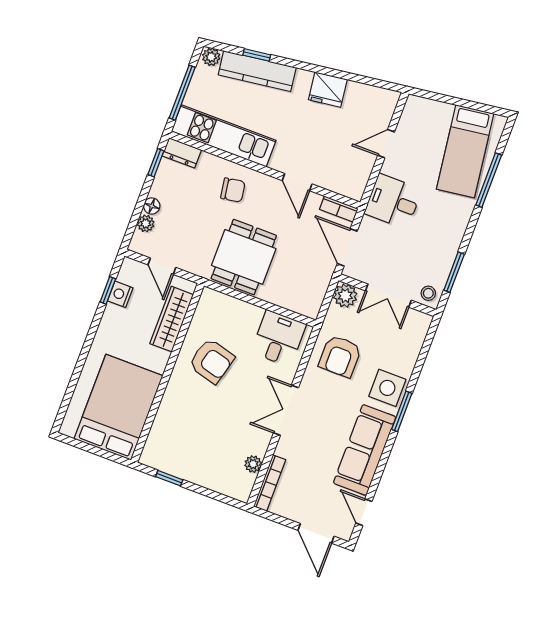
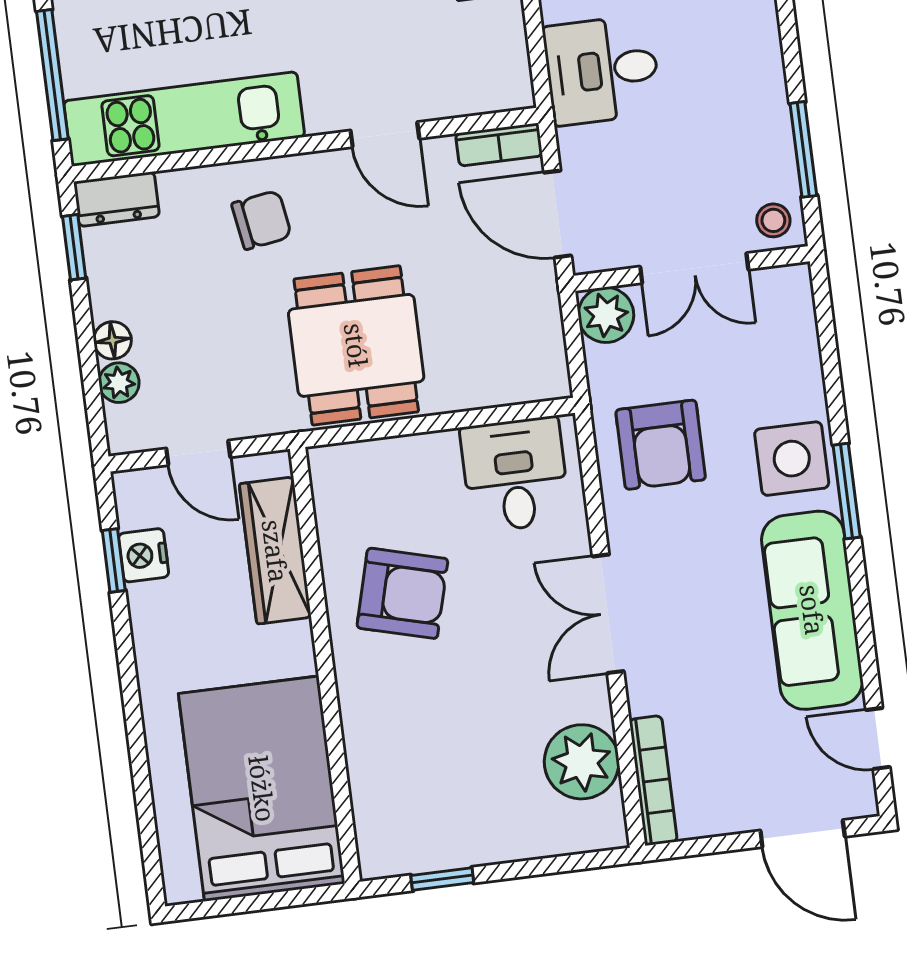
plant: (253, 464) -> (582, 762), width x1.88, depth x1.88

